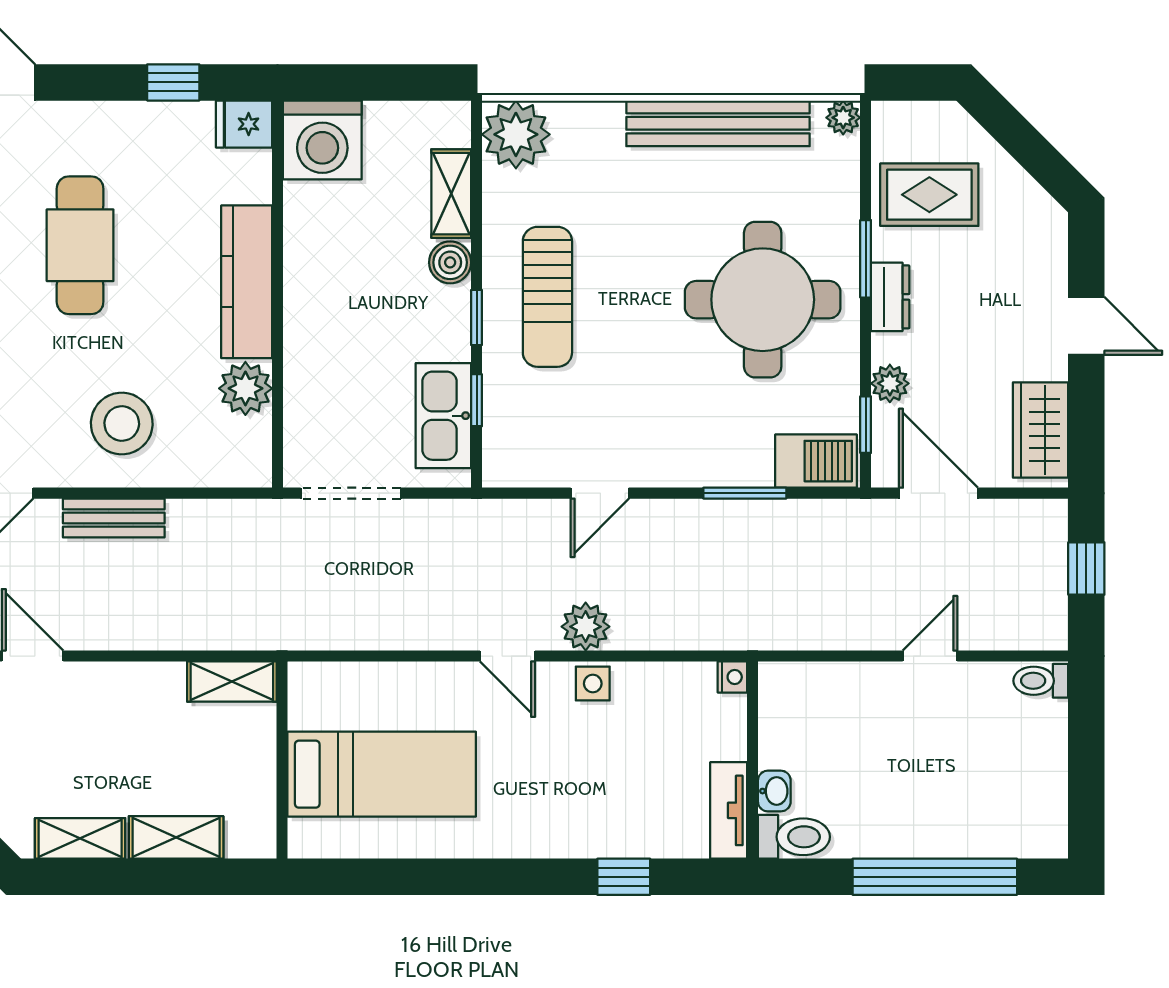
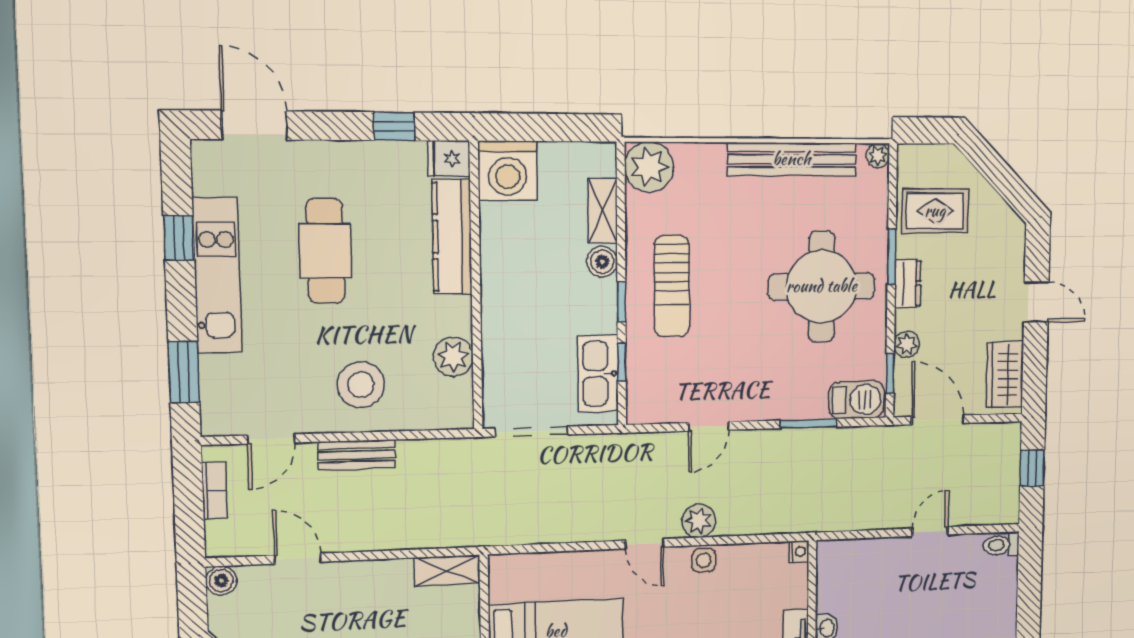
kitchen counter: (247, 282) -> (452, 237), moved

